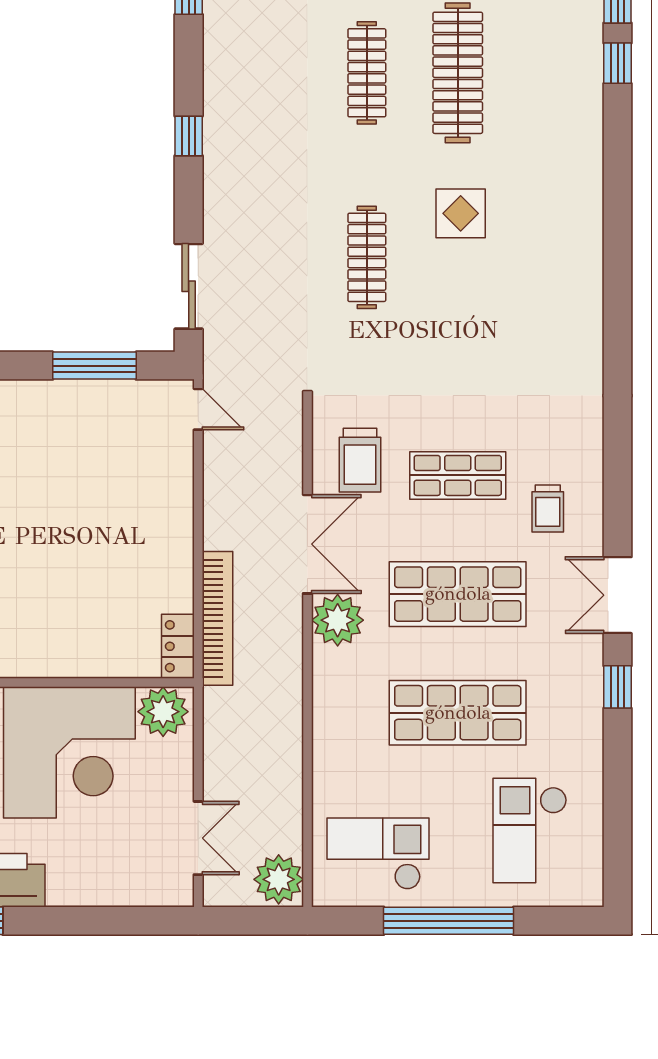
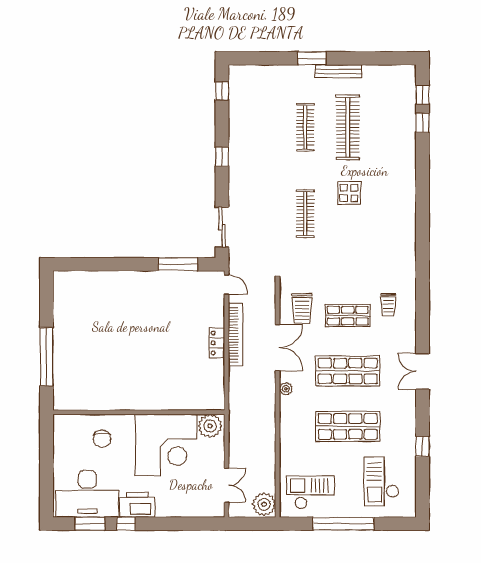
trolley: (548, 509) -> (388, 305), moved
bookcase: (217, 618) -> (235, 335), moved
plant: (338, 620) -> (286, 389), width x0.53, depth x0.53
locker: (178, 646) -> (217, 343), moved
window: (618, 687) -> (422, 446), moved

